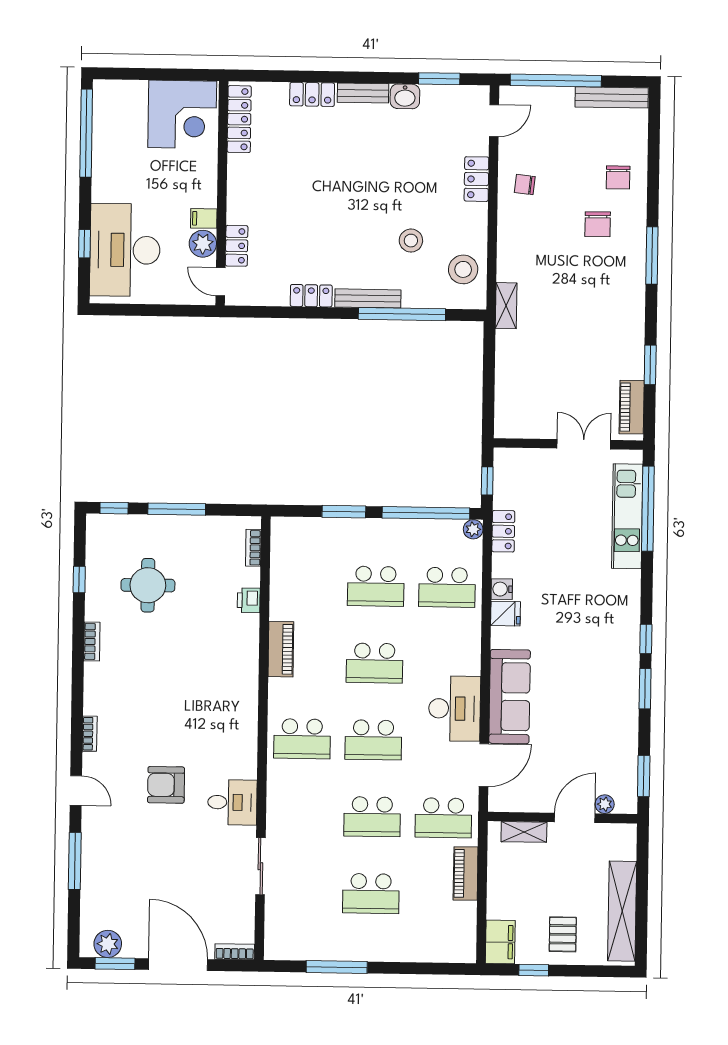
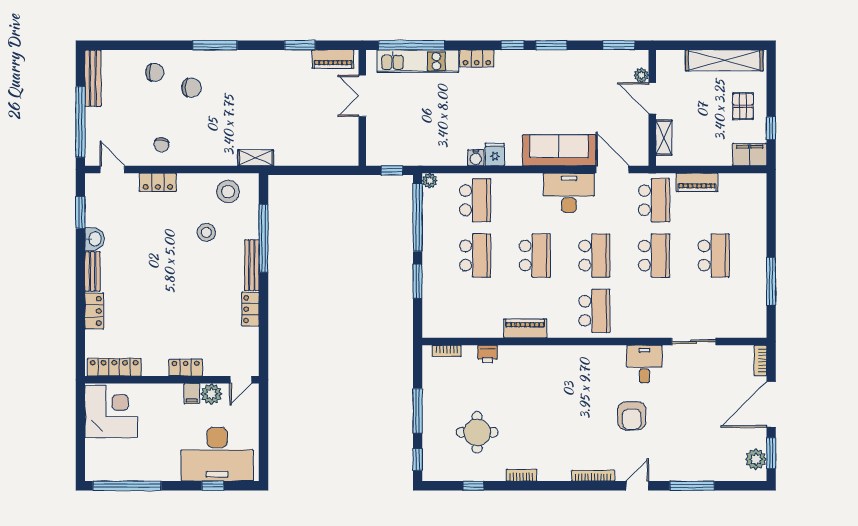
locker: (237, 246) -> (186, 368), moved
locker: (503, 531) -> (477, 58), moved, turned 180
bookcase: (90, 734) -> (593, 476), width x1.56
pallet: (563, 934) -> (743, 106), turned 90

